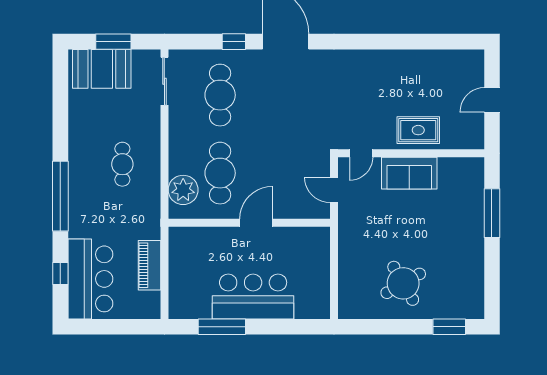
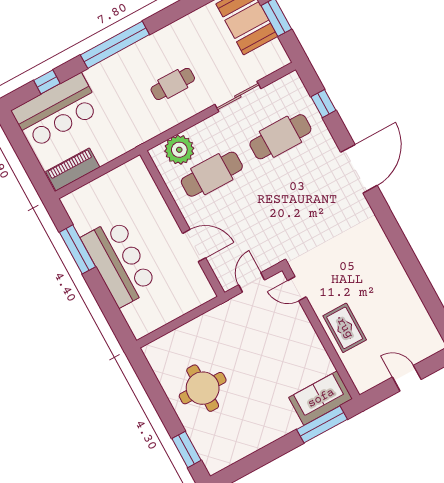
window: (234, 42) -> (323, 104), moved
sliding door: (164, 81) -> (238, 97), moved
sofa: (409, 173) -> (321, 398), moved, turned 90
window: (492, 213) -> (322, 424), moved
door: (256, 223) -> (194, 246), moved
piano: (149, 265) -> (73, 169), moved
round table: (403, 283) -> (203, 388), turned 30

